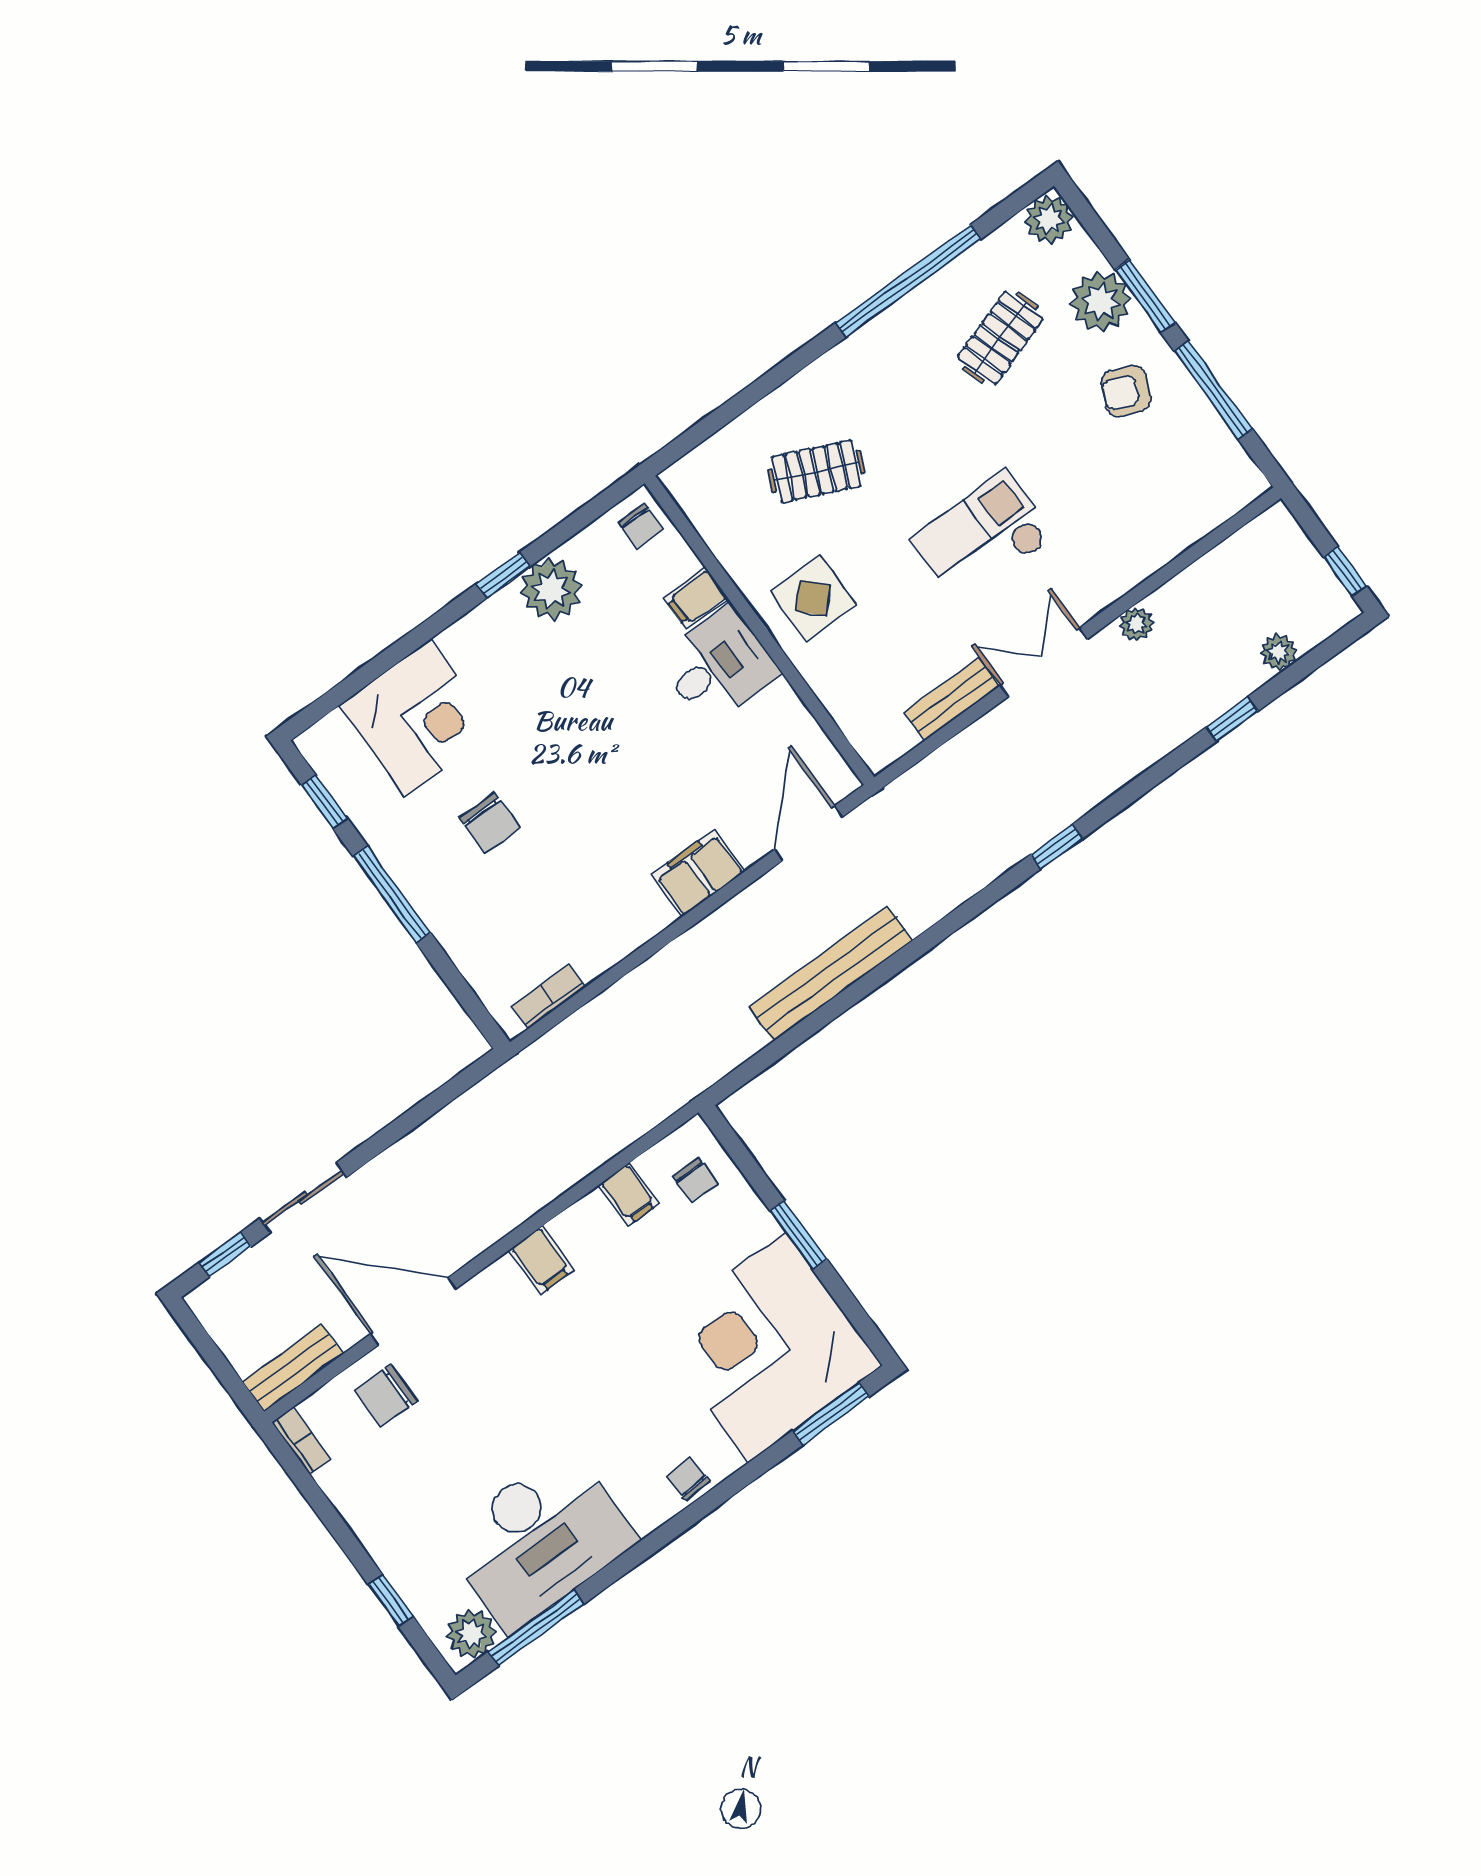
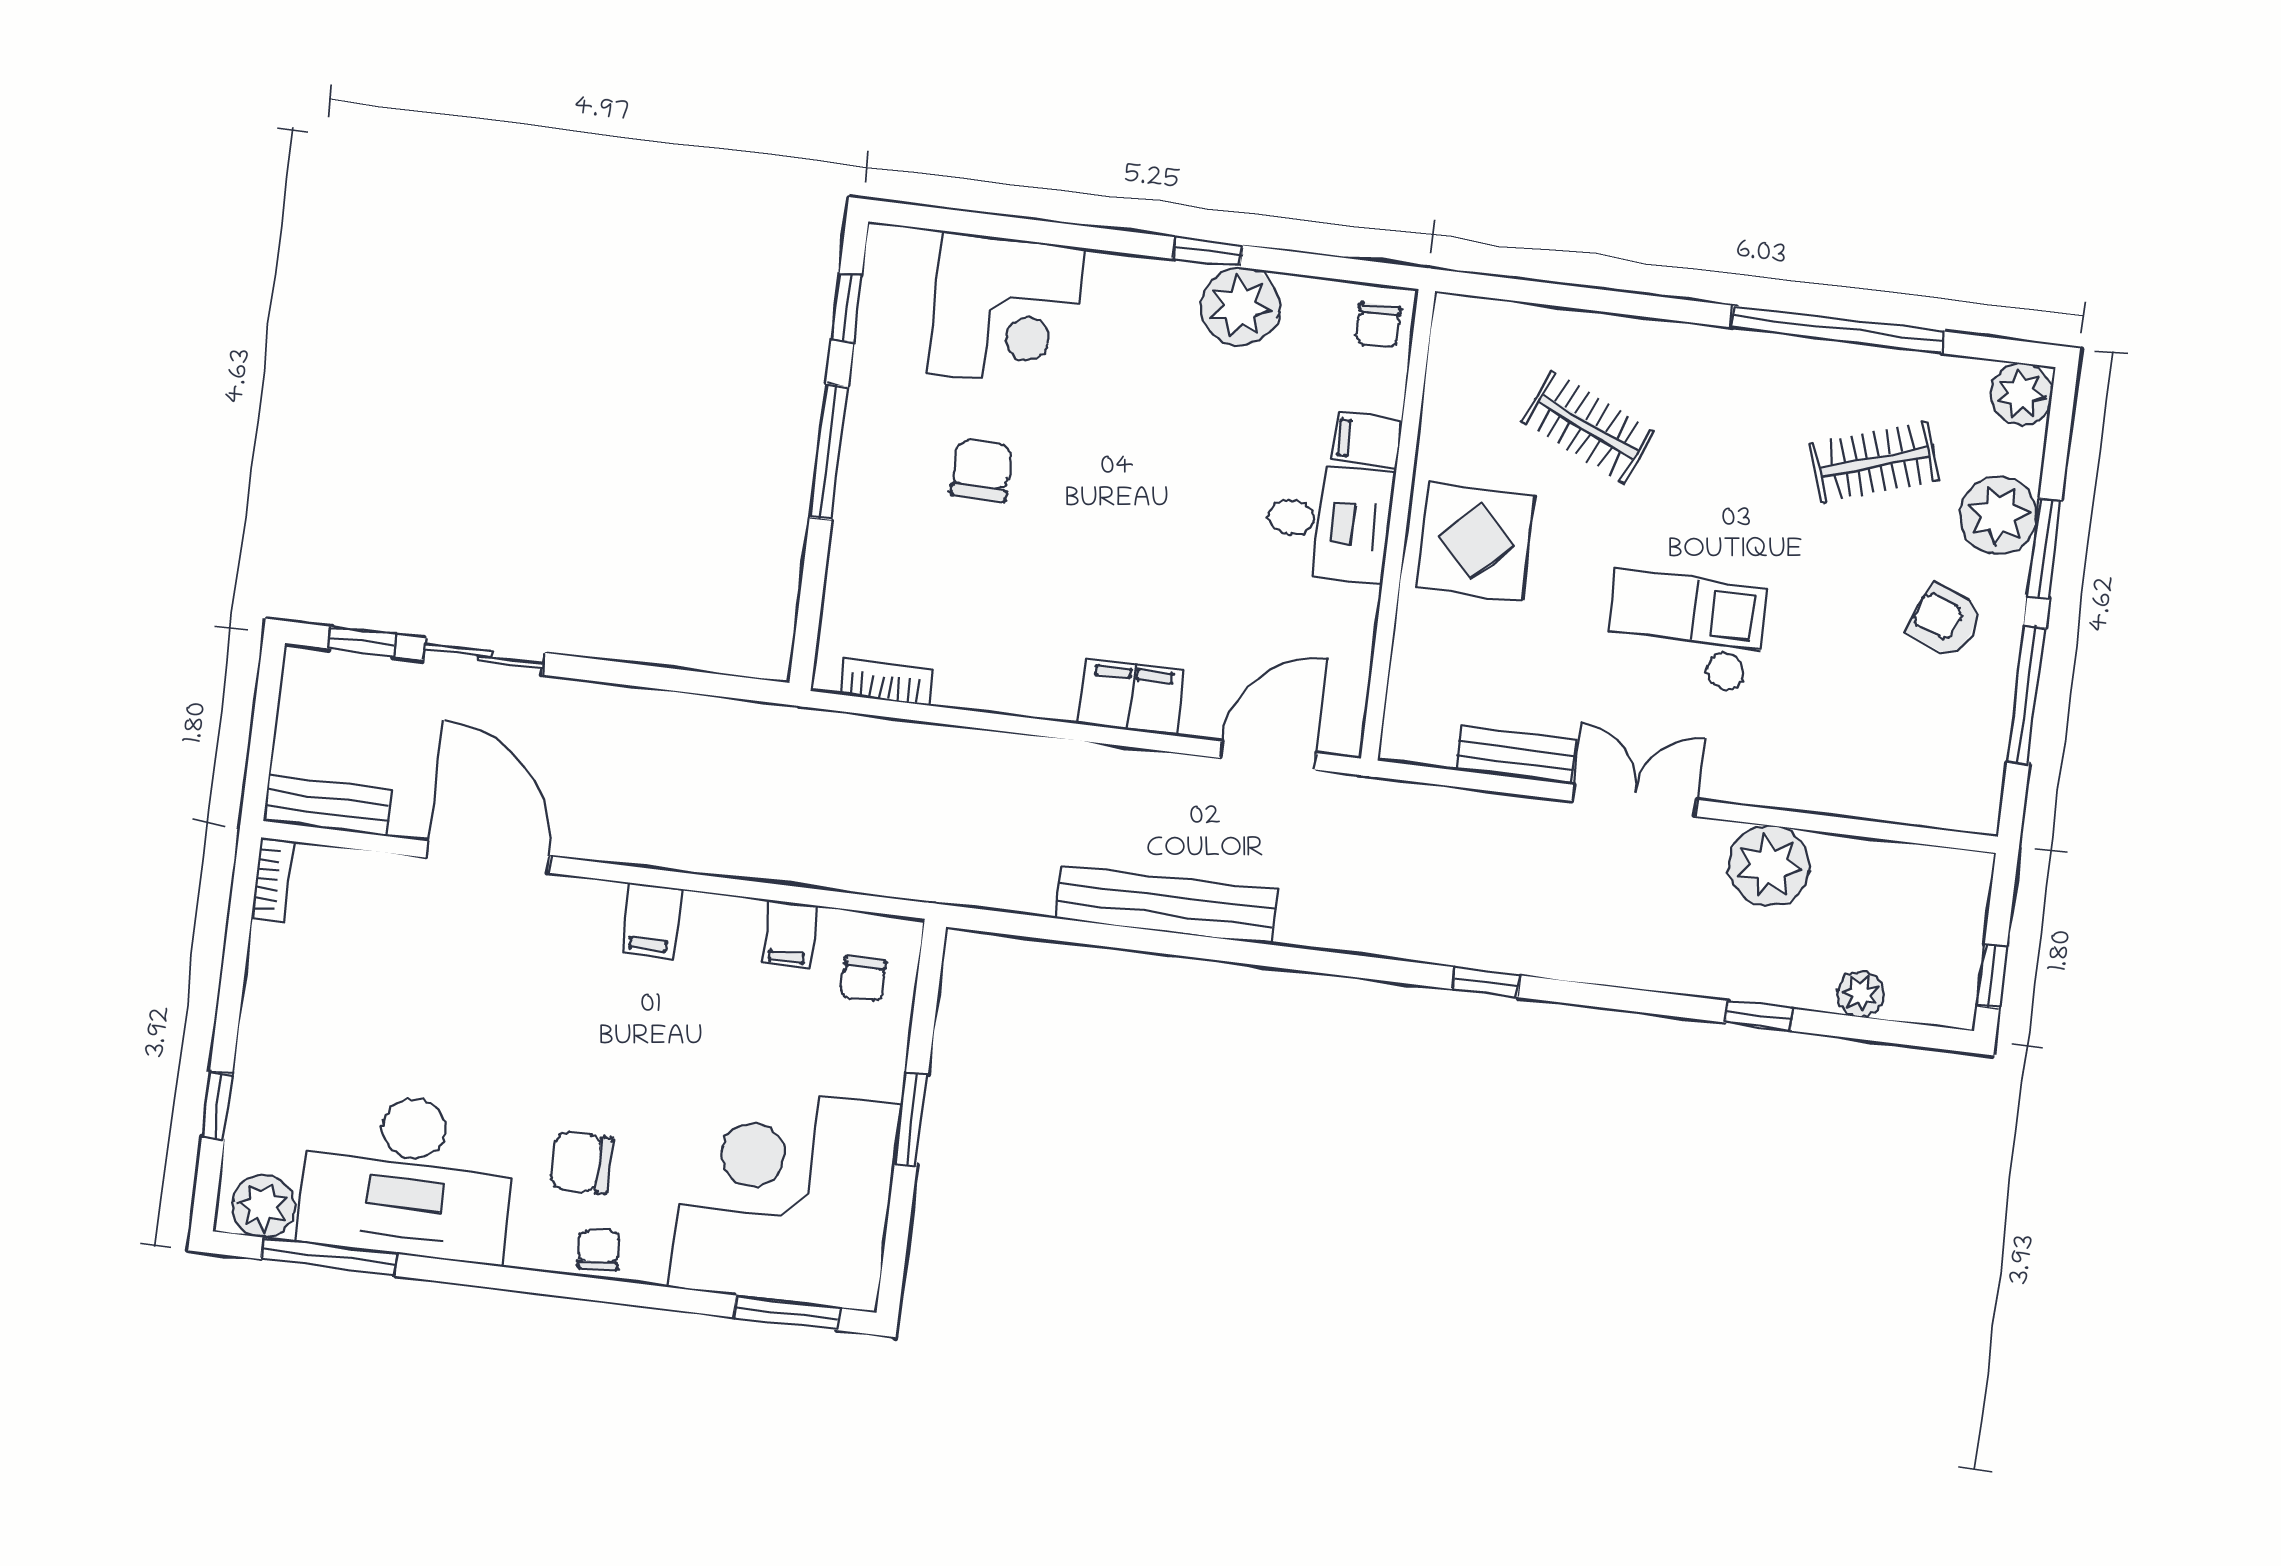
display table: (813, 598) -> (1476, 541), width x1.36, depth x1.36
plant: (1136, 624) -> (1769, 866), width x1.87, depth x1.87
chair: (490, 823) -> (981, 470), turned 180
chair: (386, 1396) -> (581, 1162), moved

